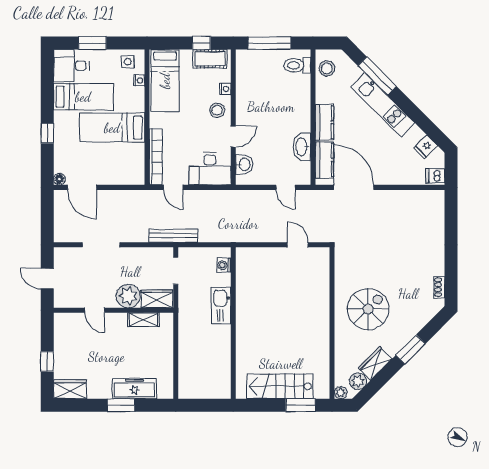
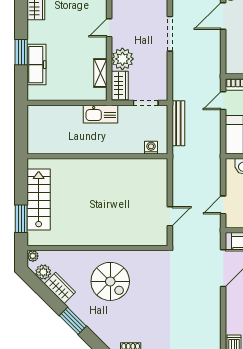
bench: (173, 236) -> (178, 123), moved
kitchen sink: (221, 305) -> (101, 114), moved, turned 180

